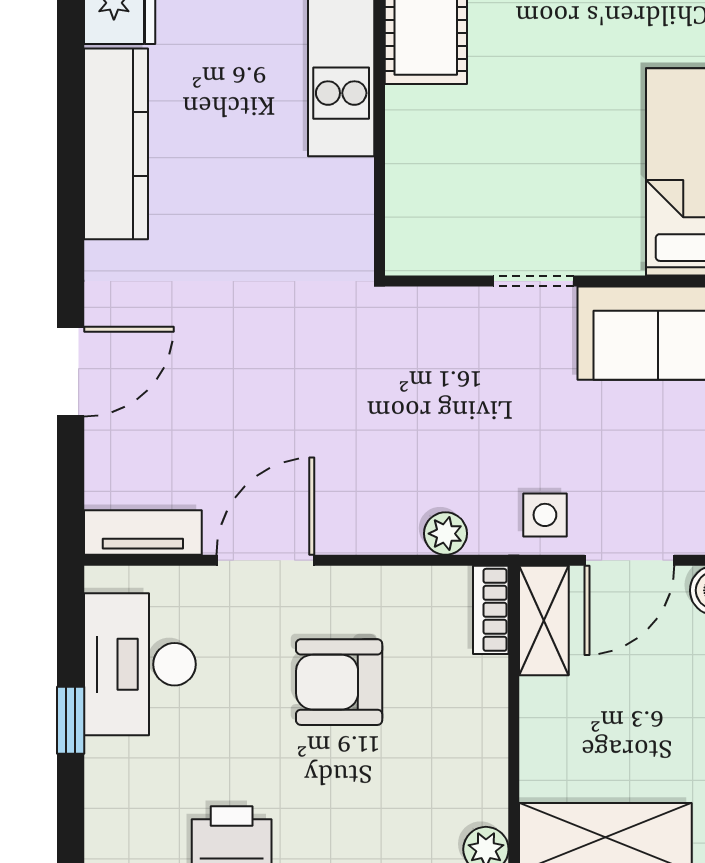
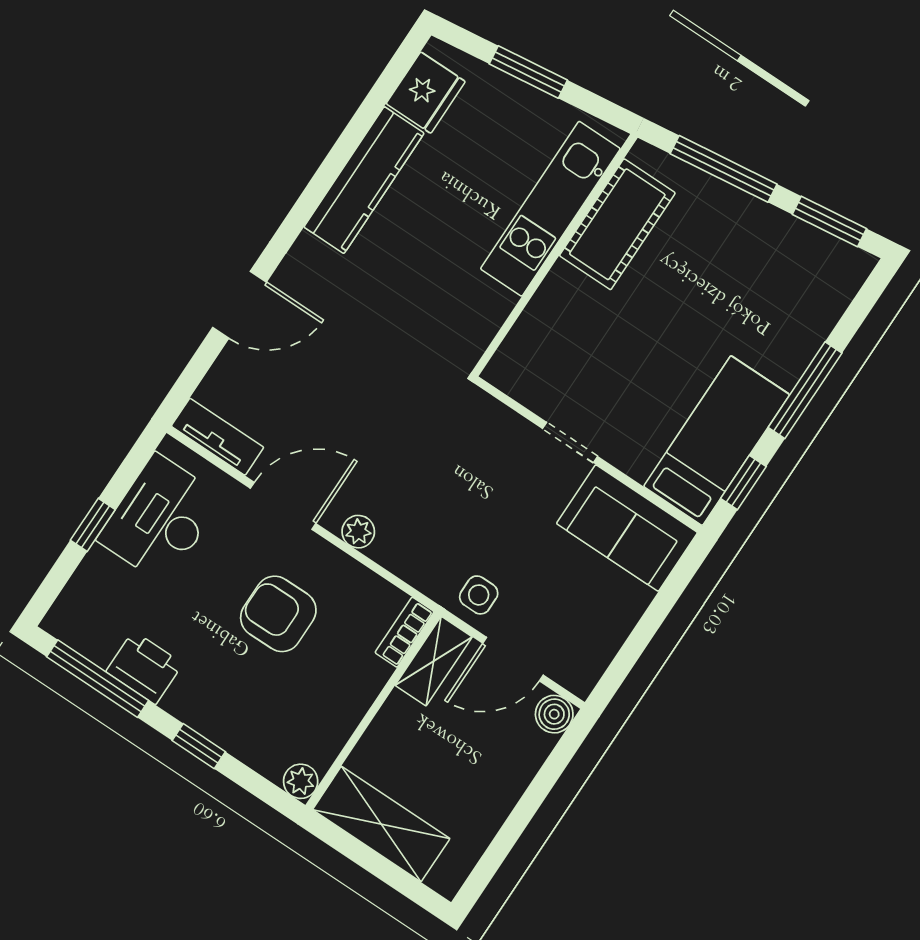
plant: (445, 534) -> (358, 532), moved

